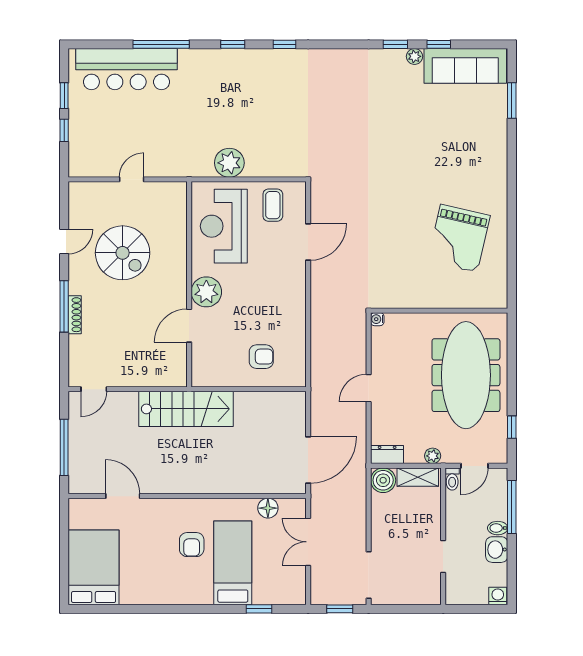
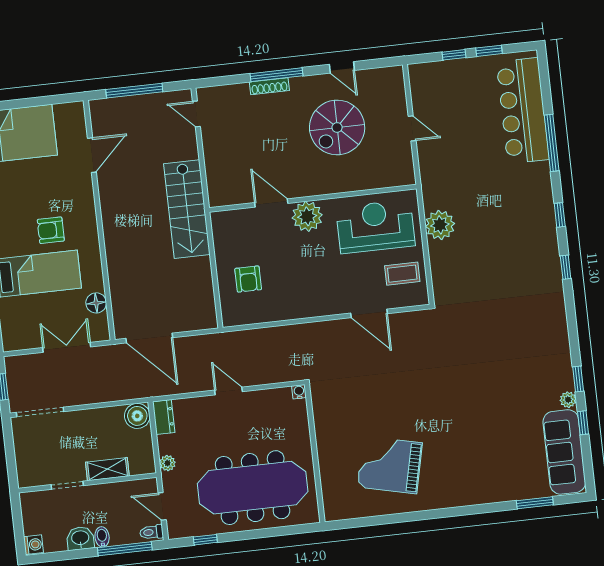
shelving: (418, 477) -> (107, 469), moved, turned 90
toilet: (452, 479) -> (152, 532), moved

